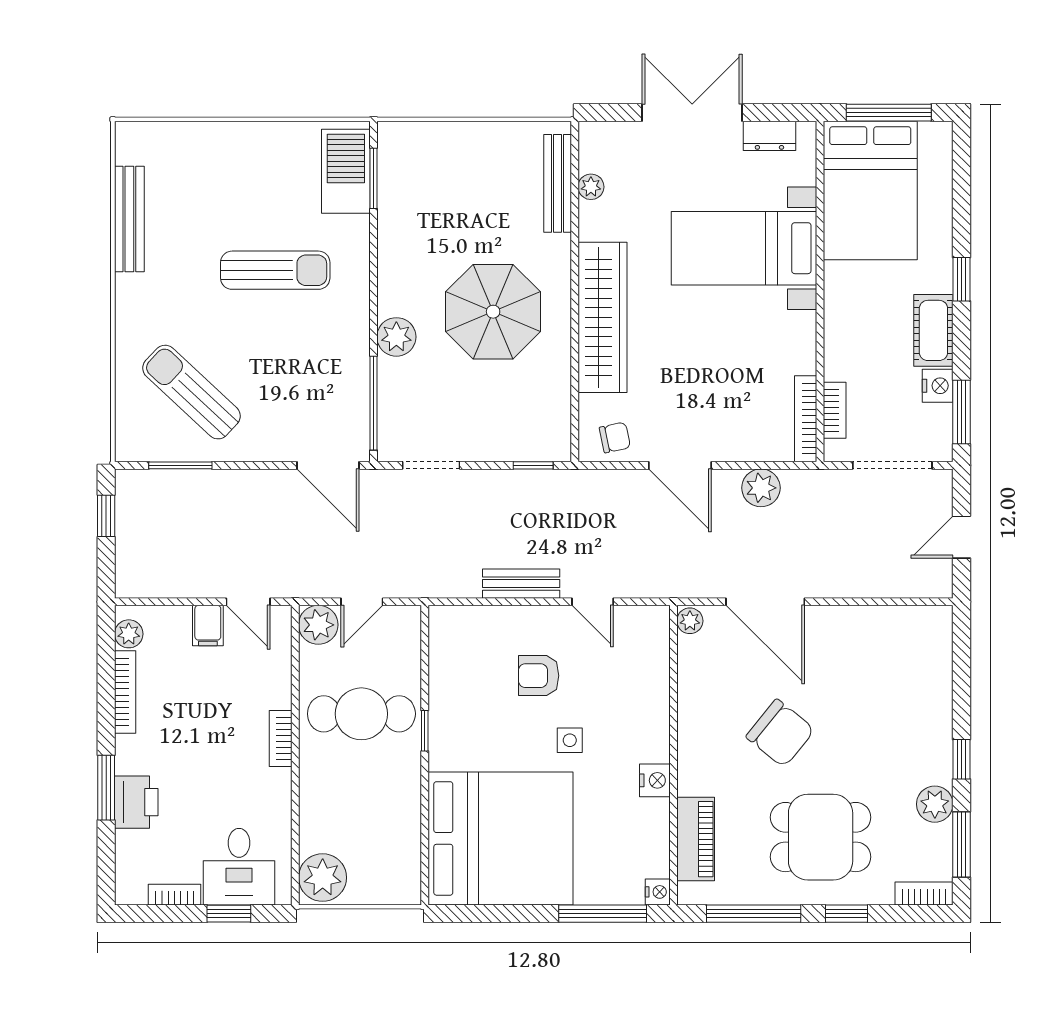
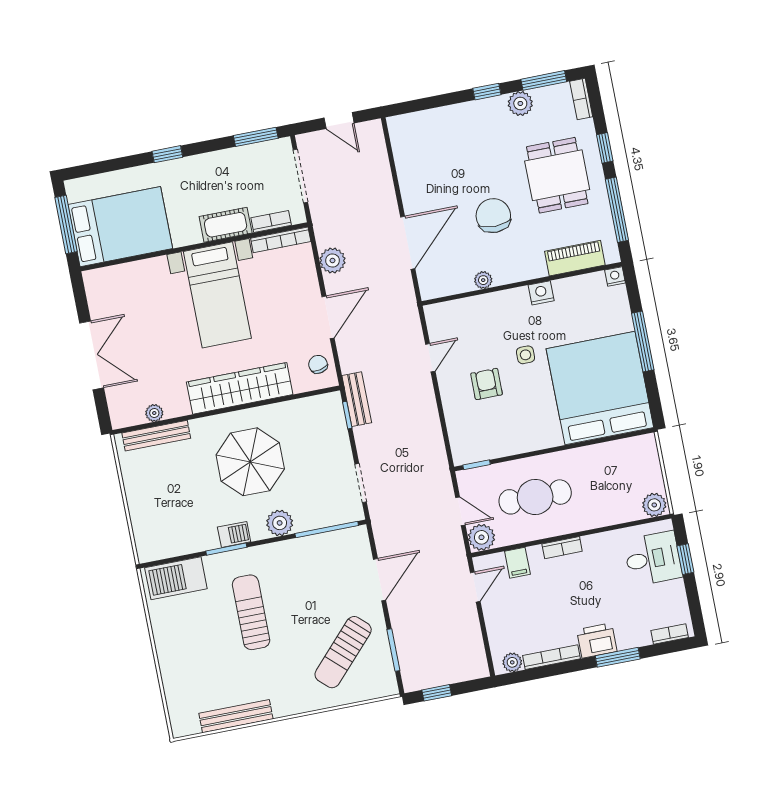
double door: (692, 113) -> (92, 355), swing flipped
dresser: (769, 136) -> (97, 301), removed
window: (374, 178) -> (226, 549), moved
bed with nightstands: (744, 248) -> (217, 295), moved
barbecue: (393, 268) -> (234, 534), added
cot: (933, 330) -> (226, 225), moved
nightstand: (938, 386) -> (241, 156), removed
door: (328, 465) -> (380, 580), moved
bench: (521, 584) -> (357, 399), moved
plant: (690, 621) -> (483, 280), moved
filing cabinet: (208, 626) -> (517, 563), moved, turned 90
armchair: (539, 676) -> (487, 384), turned 180
cafe table: (361, 714) -> (535, 497), turned 90
window: (425, 731) -> (477, 465), moved
chair: (780, 733) -> (493, 216), turned -39
printer: (136, 802) -> (597, 641), moved
plant: (323, 878) -> (654, 505), width x0.73, depth x0.73
bookcase: (175, 895) -> (670, 634), moved, turned 90
window: (603, 914) -> (643, 342), moved

